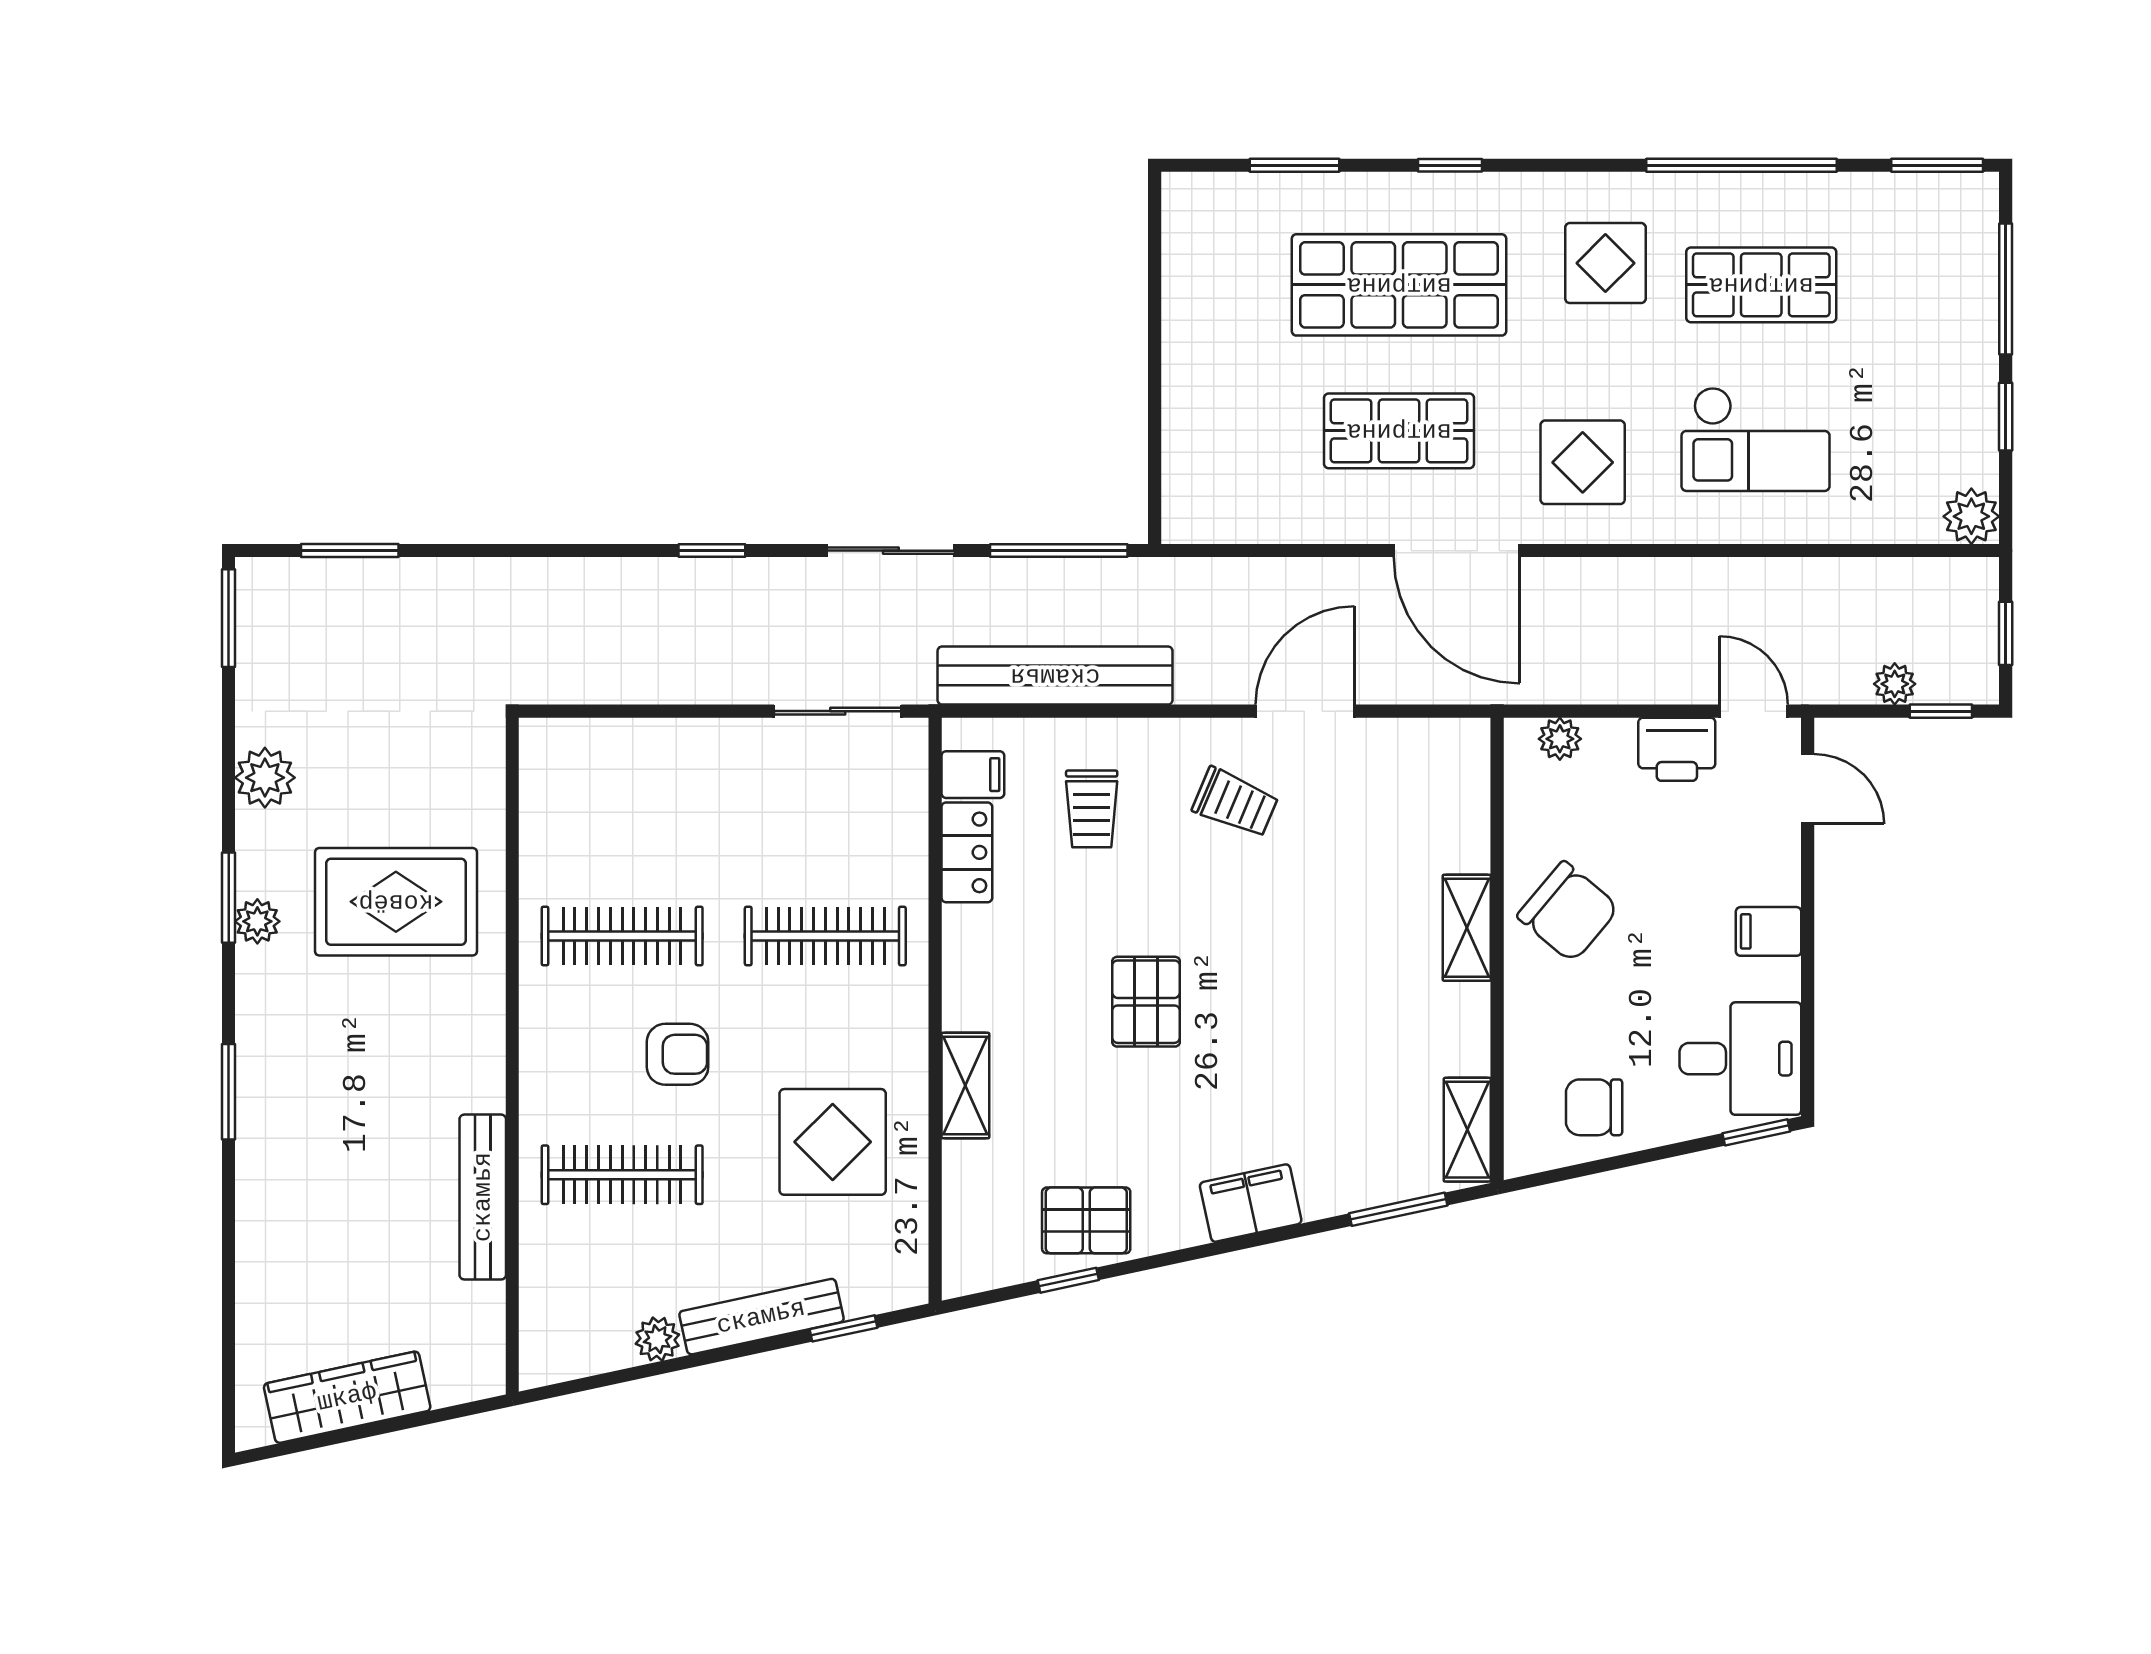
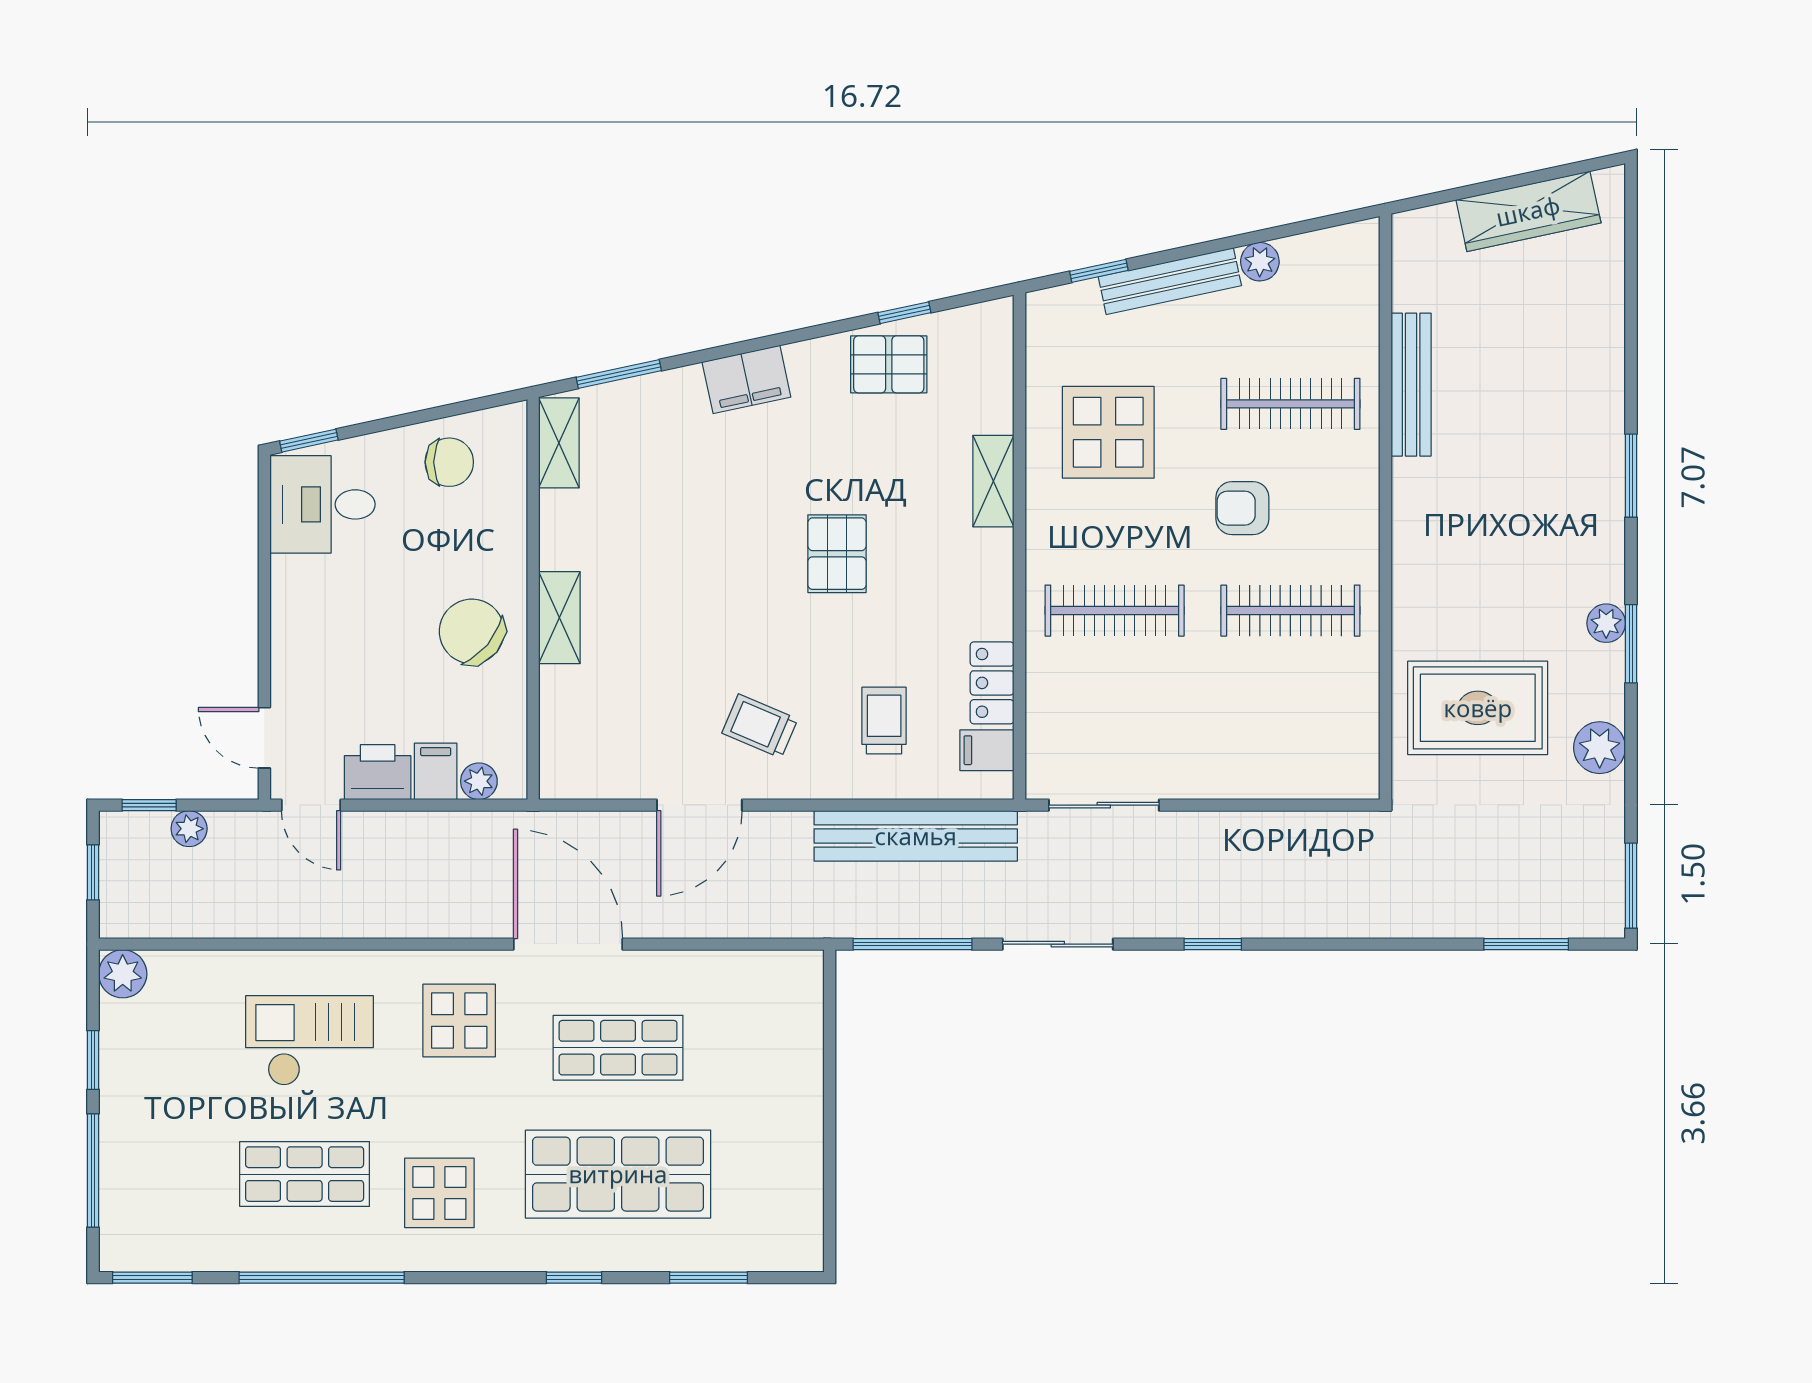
rug: (396, 902) -> (1478, 708), moved
filing cabinet: (1769, 931) -> (436, 771), moved, turned -90

